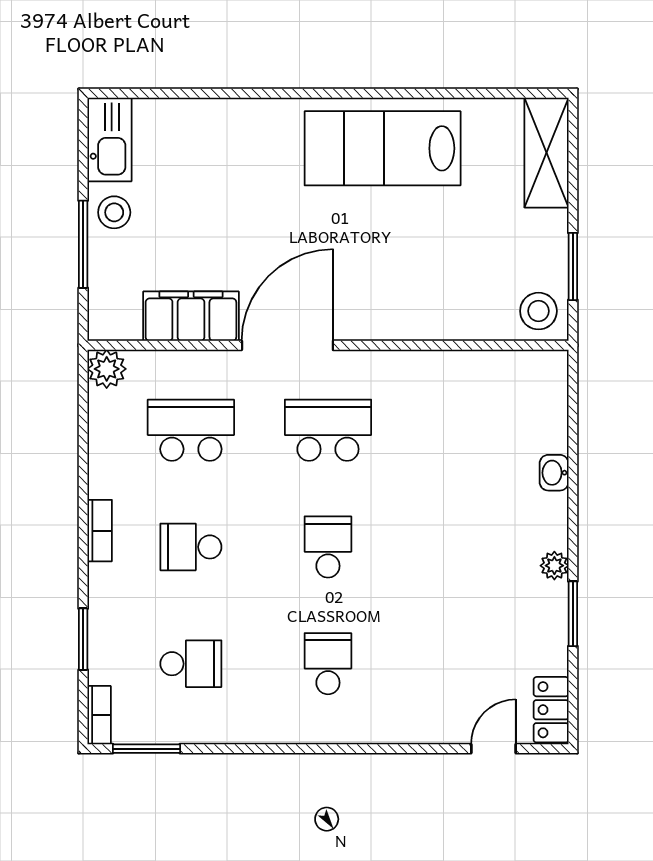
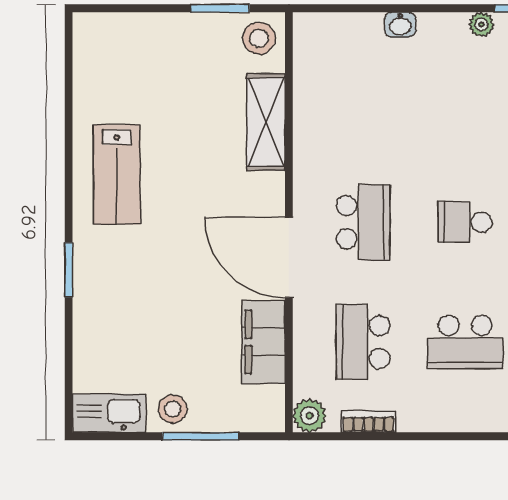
window: (274, 93) -> (69, 270), added
lab bench: (383, 148) -> (117, 174), width x0.73, depth x0.72
shelving: (546, 153) -> (266, 122), moved, turned 90
school desk: (328, 430) -> (363, 222), turned 180
bookcase: (100, 531) -> (368, 422), moved
school desk: (191, 547) -> (465, 342), width x1.85

